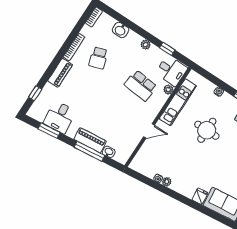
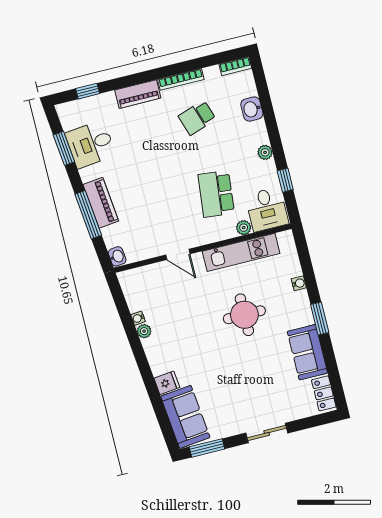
washbasin: (109, 152) -> (117, 256), moved

